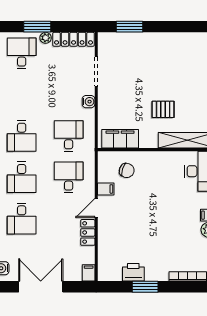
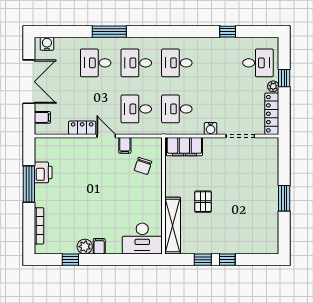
window: (37, 27) -> (284, 78), width x0.67
window: (130, 27) -> (284, 198), moved
desk: (69, 136) -> (177, 109), turned 180
filing cabinet: (120, 139) -> (184, 147), moved, turned 90
desk: (69, 177) -> (136, 109), turned 180
filing cabinet: (89, 273) -> (42, 117), moved
window: (145, 287) -> (29, 184), width x1.44

